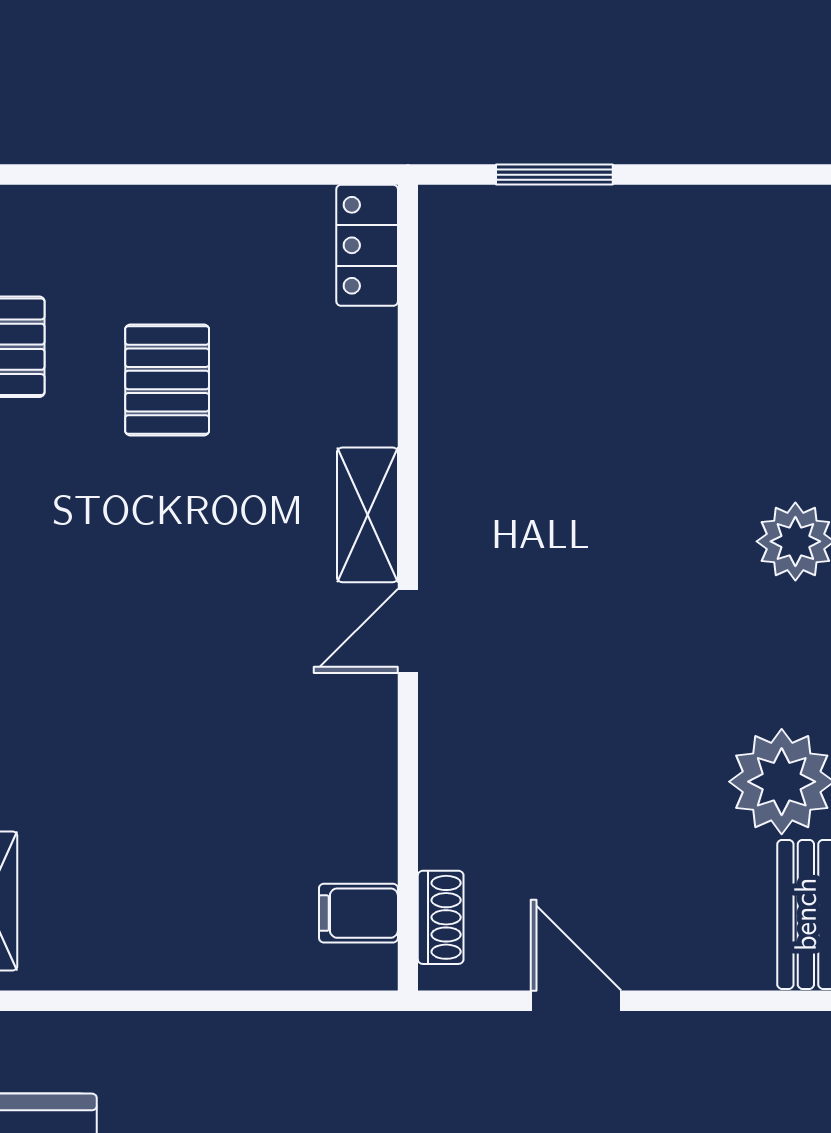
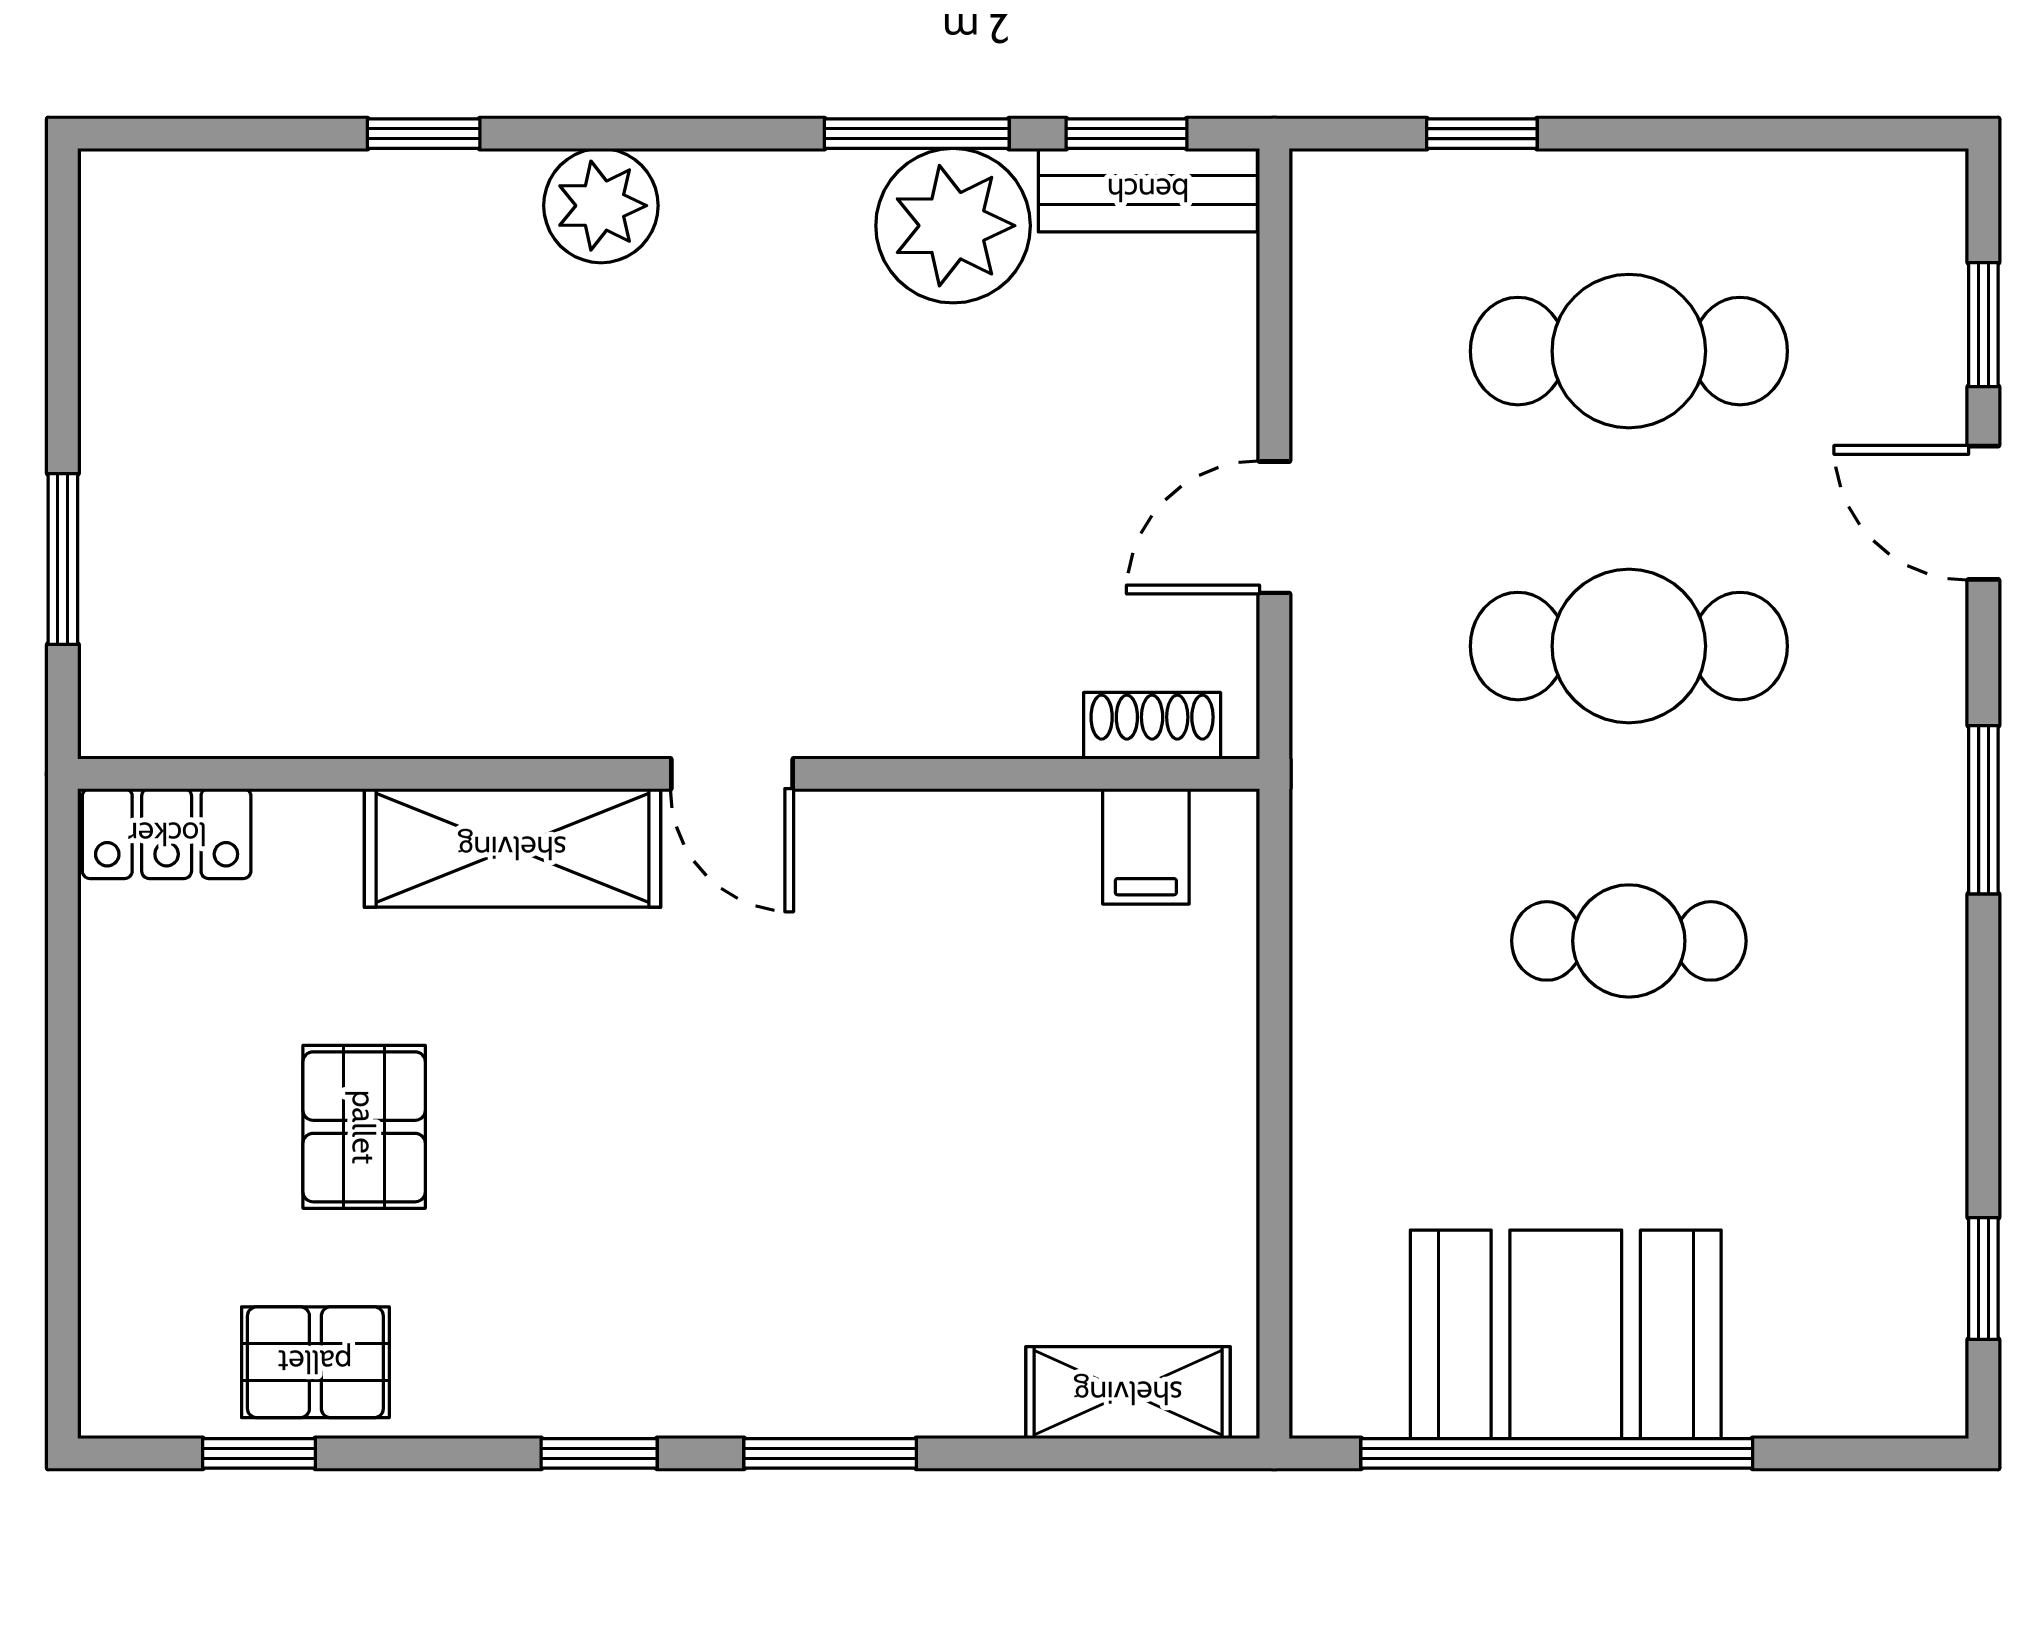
pallet: (167, 380) -> (364, 1127), turned 90
shelving: (367, 515) -> (512, 848), width x1.50, depth x1.33

